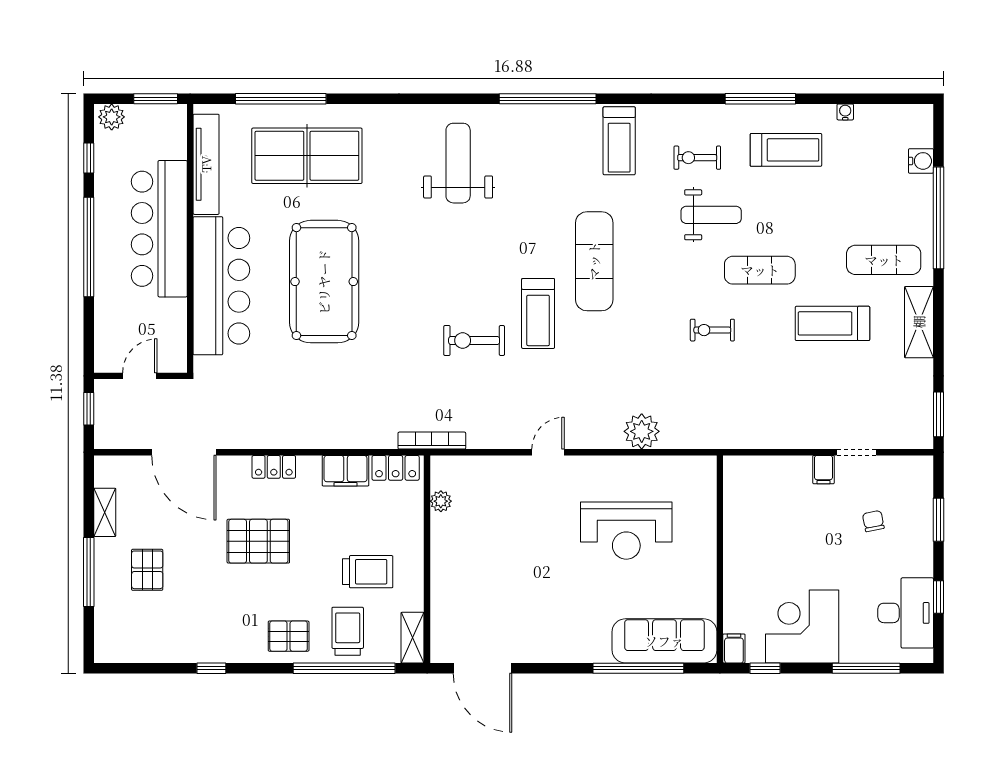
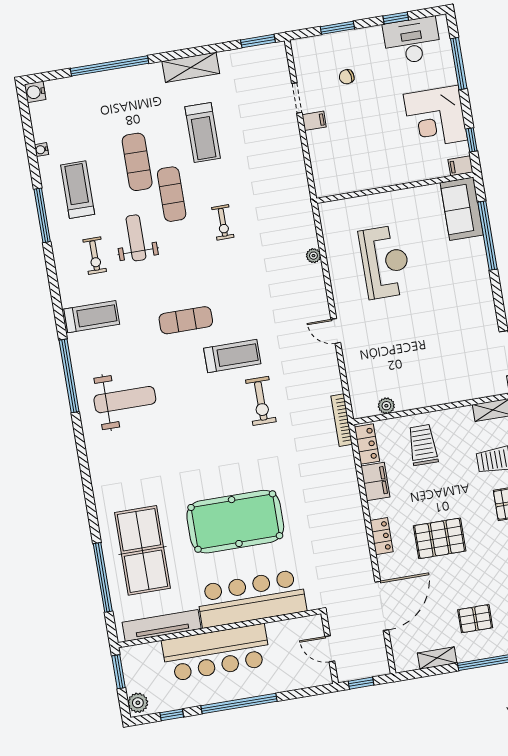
water cooler: (921, 161) -> (35, 92), moved, turned -90
weight bench: (458, 163) -> (125, 400), moved, turned 180
exercise mat: (884, 260) -> (137, 162), moved
exercise mat: (594, 261) -> (186, 320), width x0.73, depth x0.69
plant: (642, 431) -> (313, 256), width x0.53, depth x0.53
pallet: (258, 541) -> (440, 538), turned 90
trolley: (368, 572) -> (423, 445), moved
sofa: (664, 641) -> (462, 209), width x0.73

